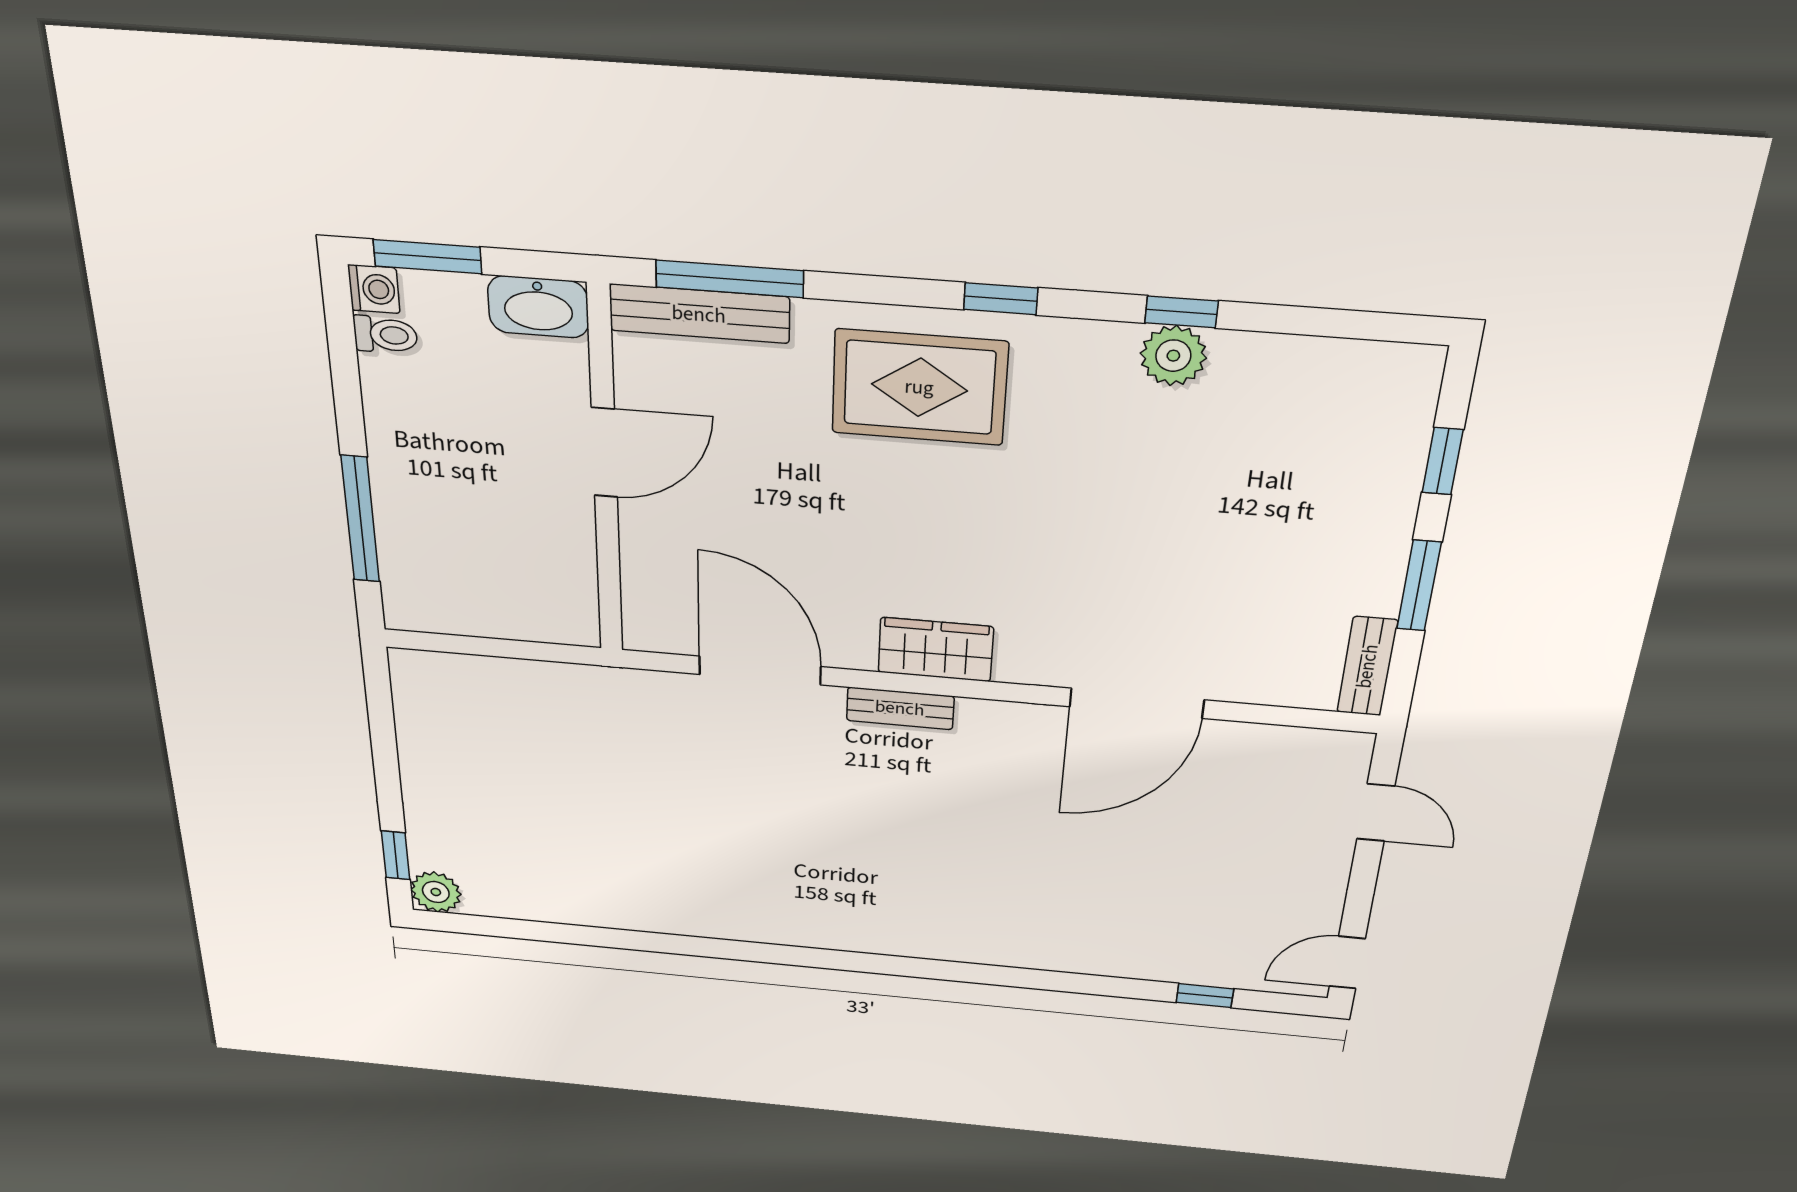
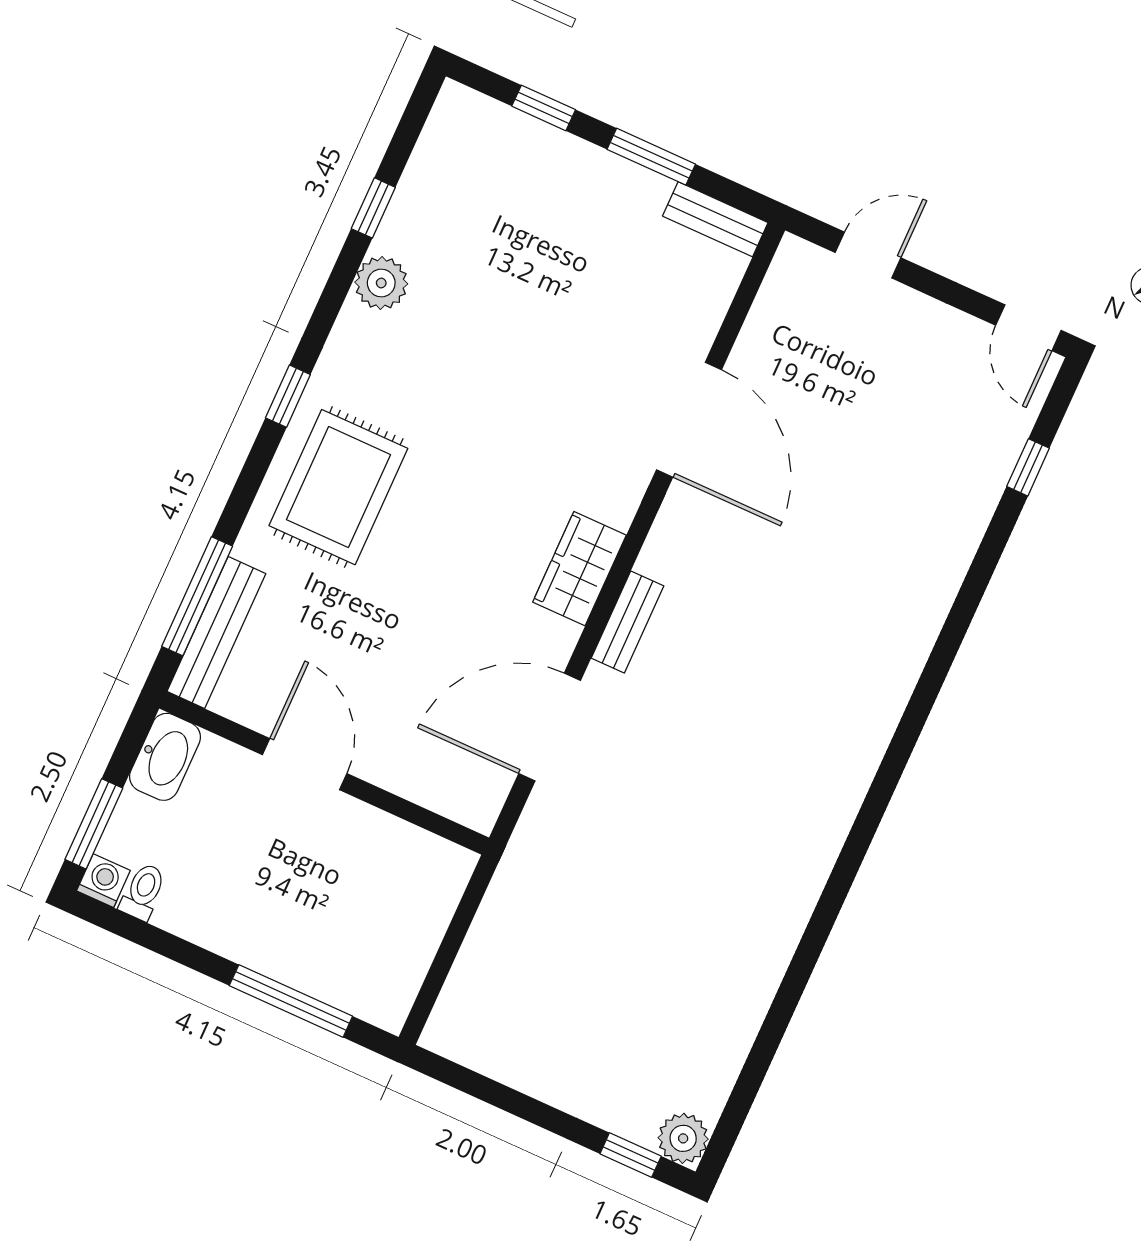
window: (1181, 312) -> (373, 208), moved

